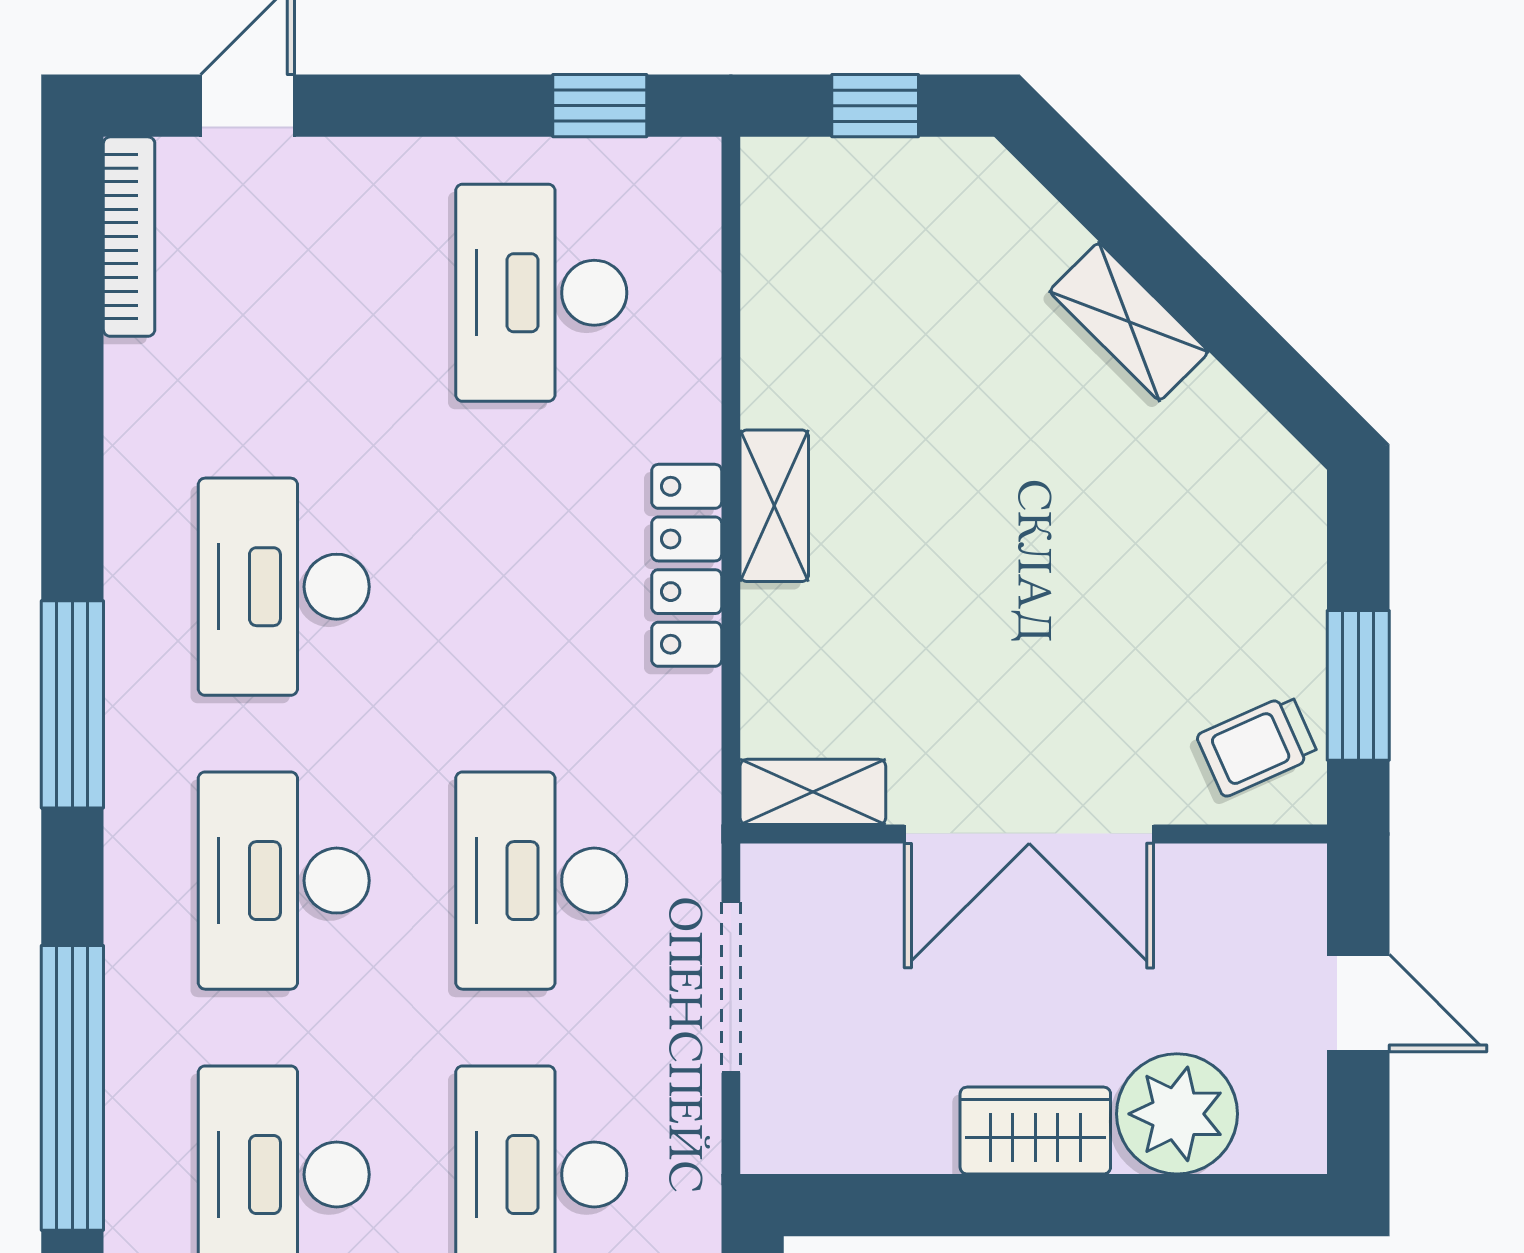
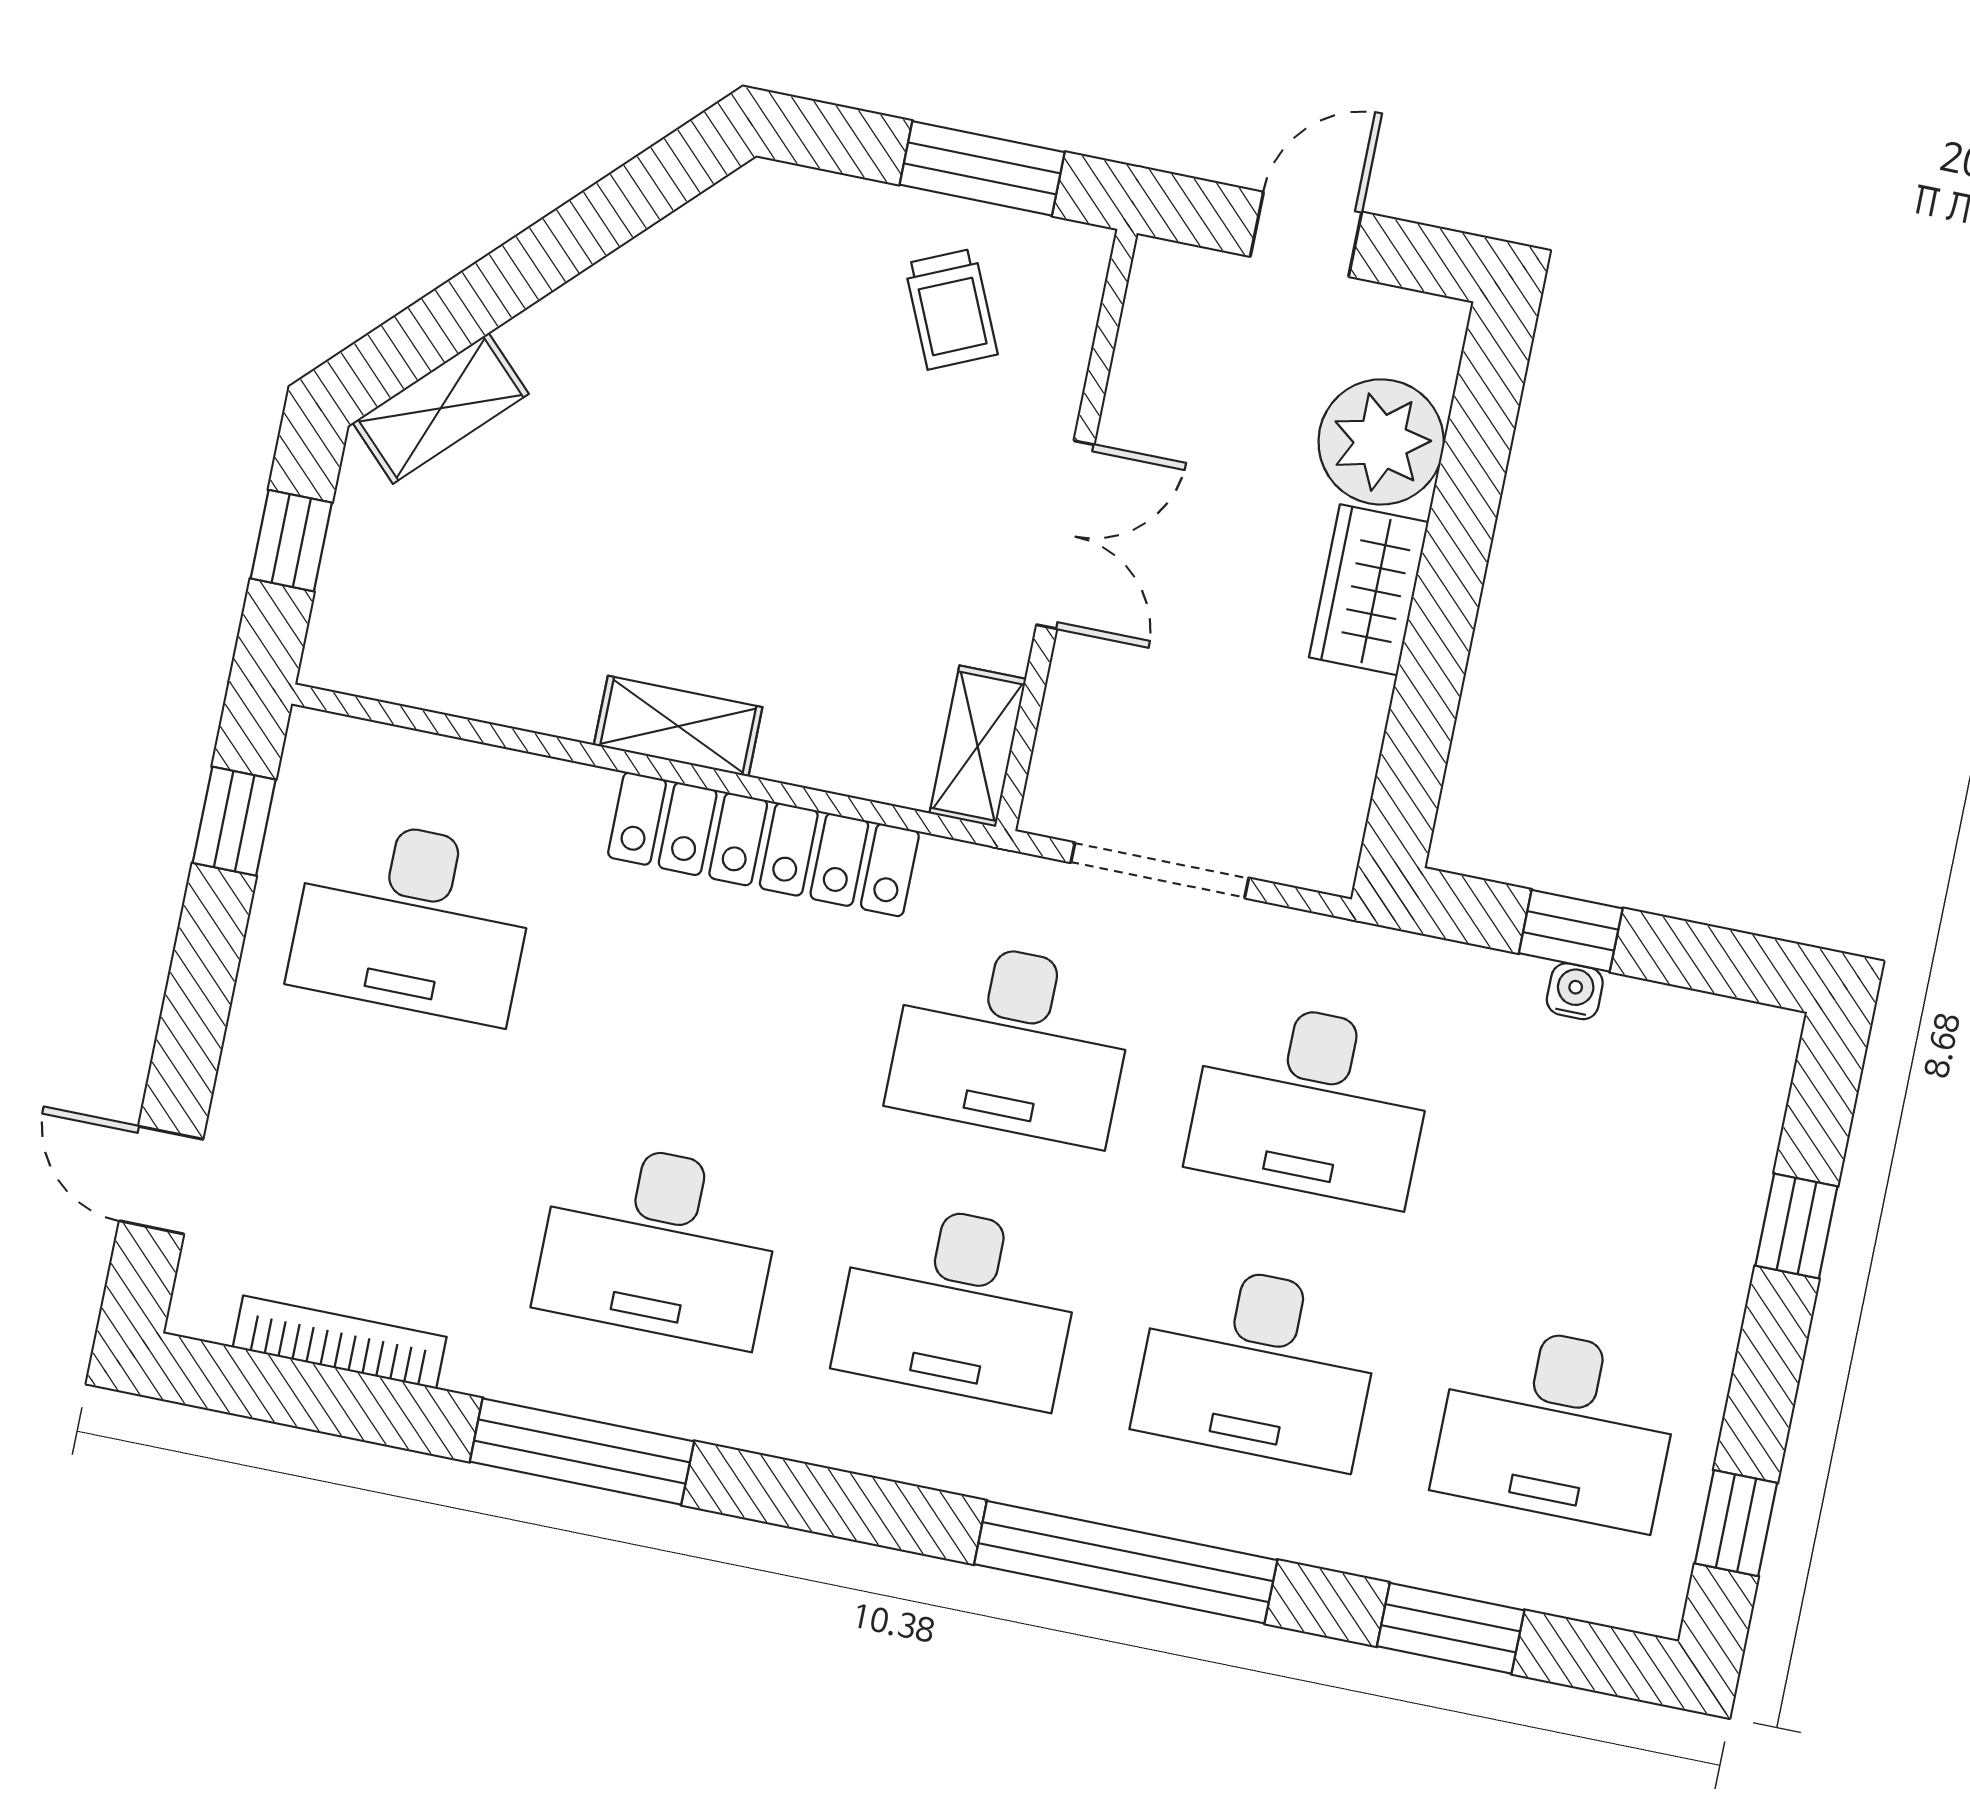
bookcase: (129, 237) -> (340, 1342), moved
shelving: (1129, 322) -> (441, 408), moved
locker: (687, 565) -> (763, 844), width x1.41, depth x1.21
window: (72, 704) -> (582, 1451), moved
trolley: (1257, 746) -> (951, 309), moved
double door: (1029, 834) -> (1065, 535), width x0.73

